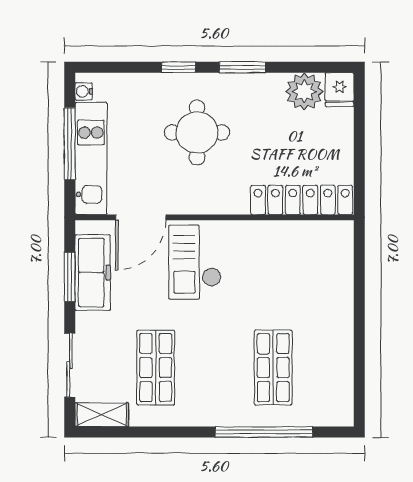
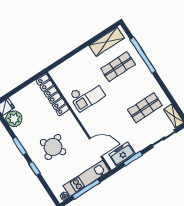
round table: (197, 132) -> (53, 147), turned -31
checkout: (195, 262) -> (87, 95), moved
freezer: (93, 273) -> (122, 154), width x0.71
shelving: (338, 377) -> (107, 42), added

